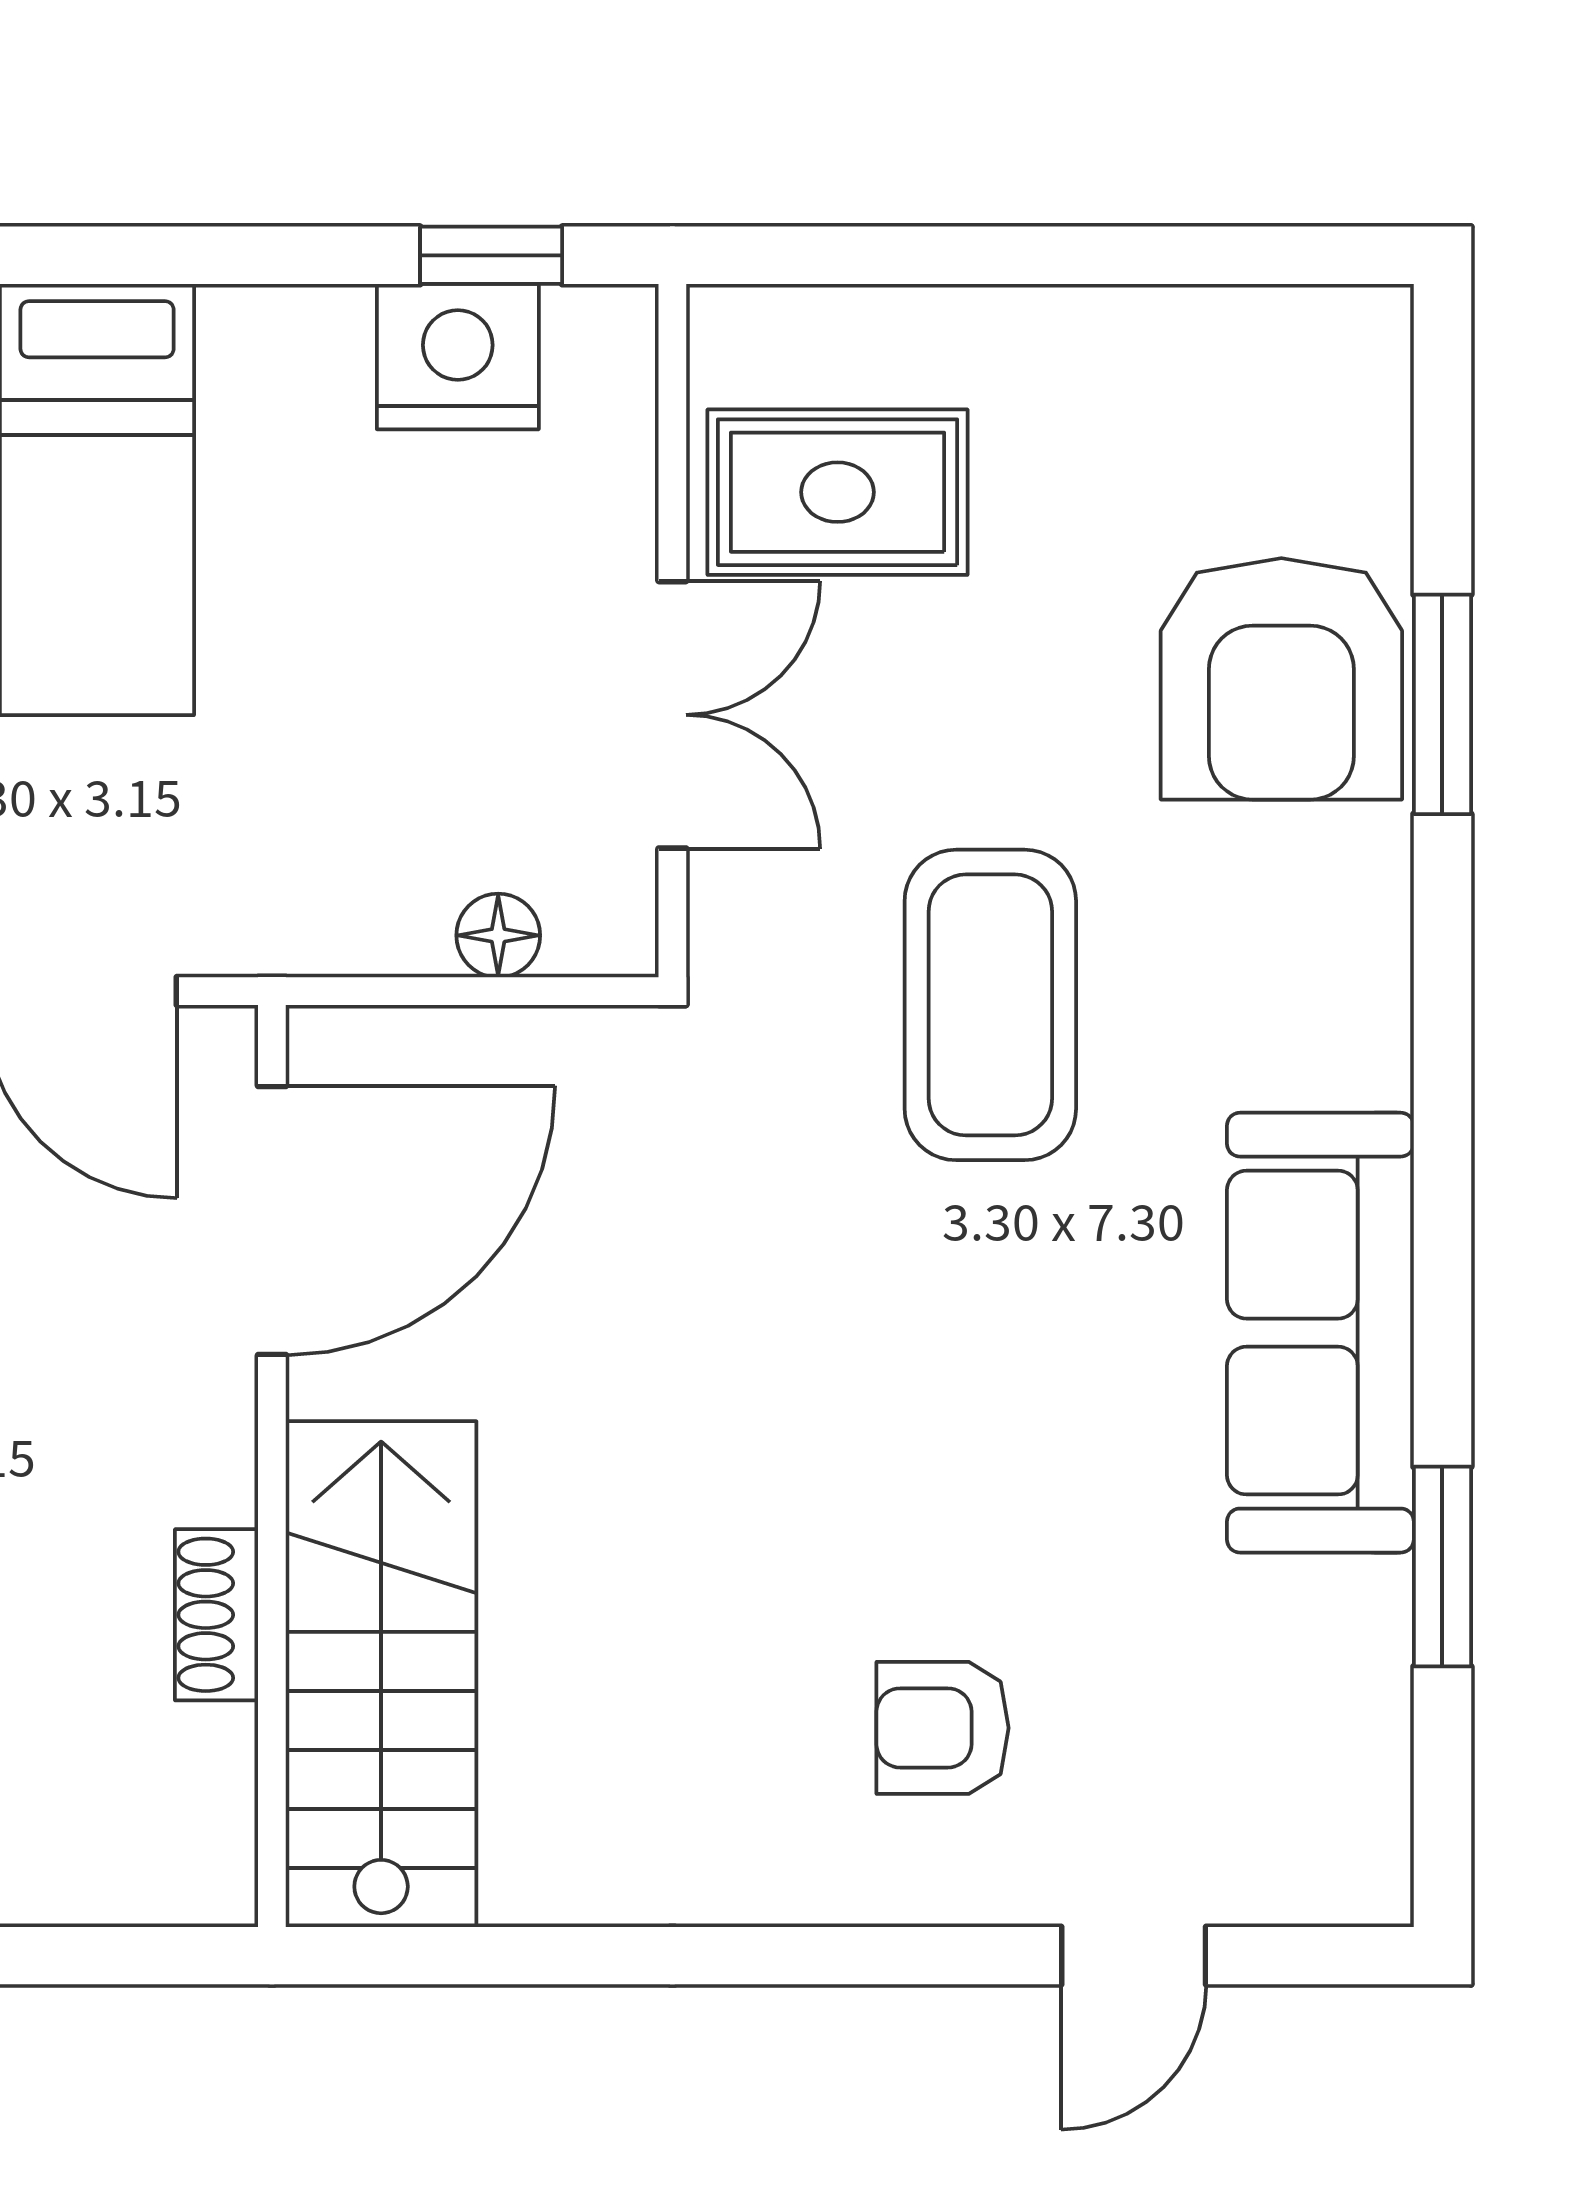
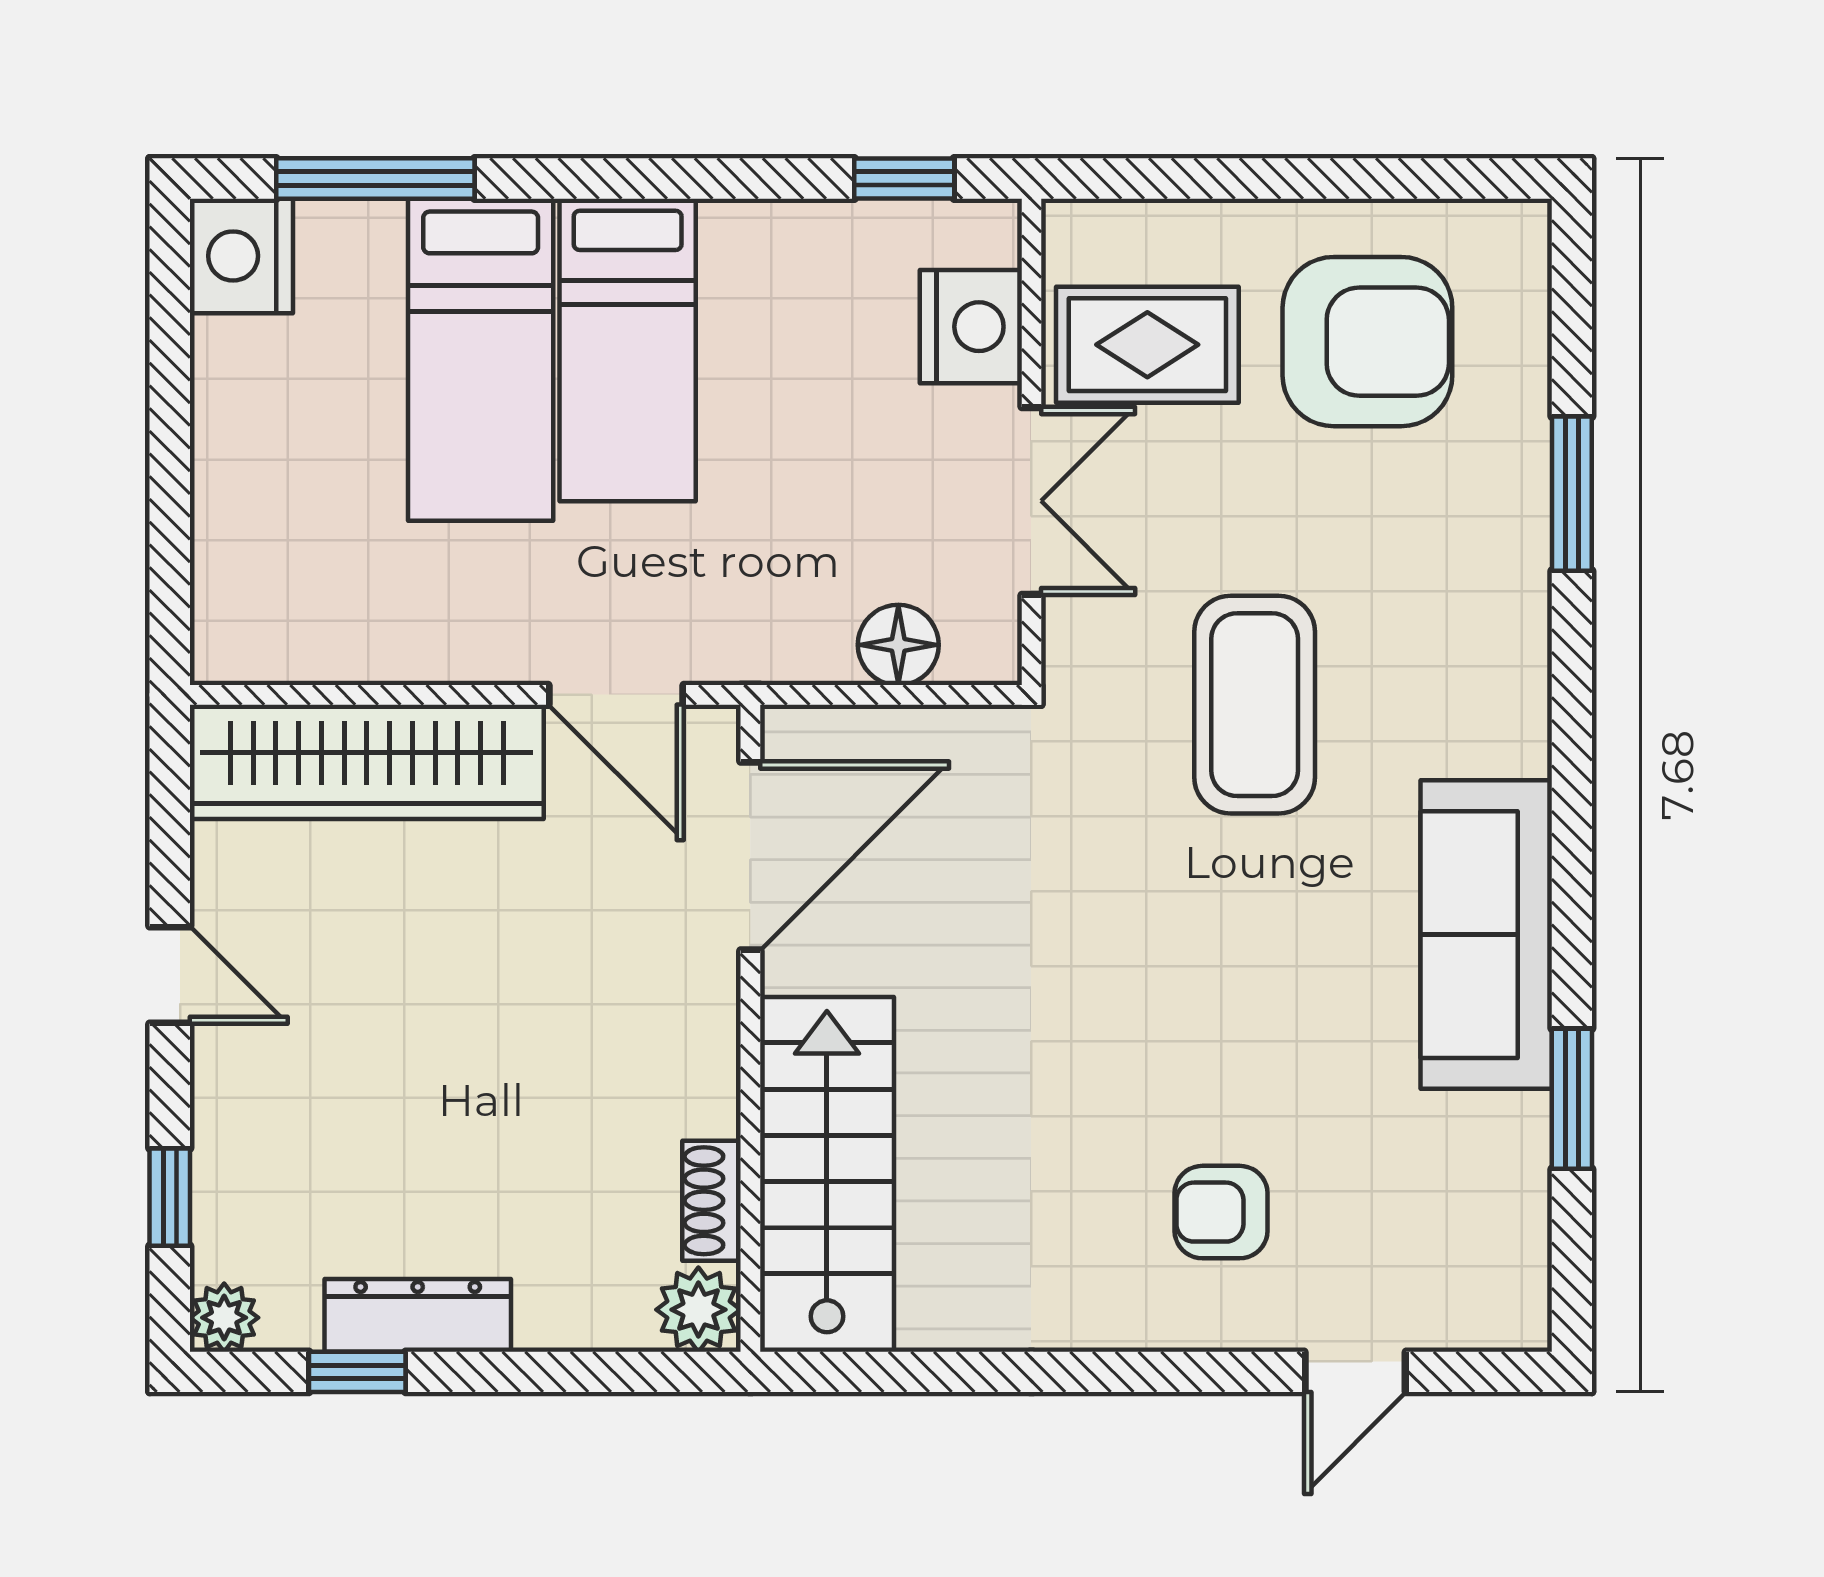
nightstand: (458, 357) -> (971, 327), moved, turned 90
armchair: (1281, 679) -> (1367, 342), moved, turned -90
floor lamp: (498, 935) -> (898, 645), width x1.37, depth x1.37
shoe rack: (217, 1615) -> (712, 1201), moved
plant: (198, 1867) -> (698, 1310), added

